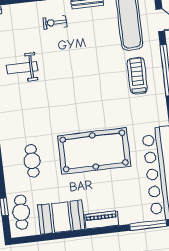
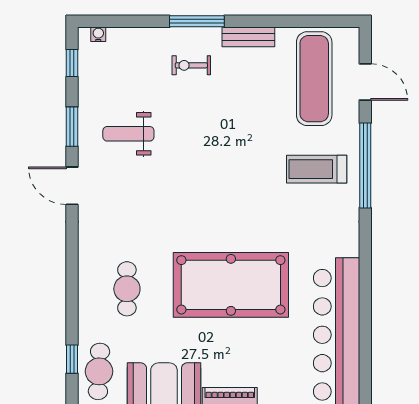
treadmill: (137, 76) -> (317, 169), turned -90

